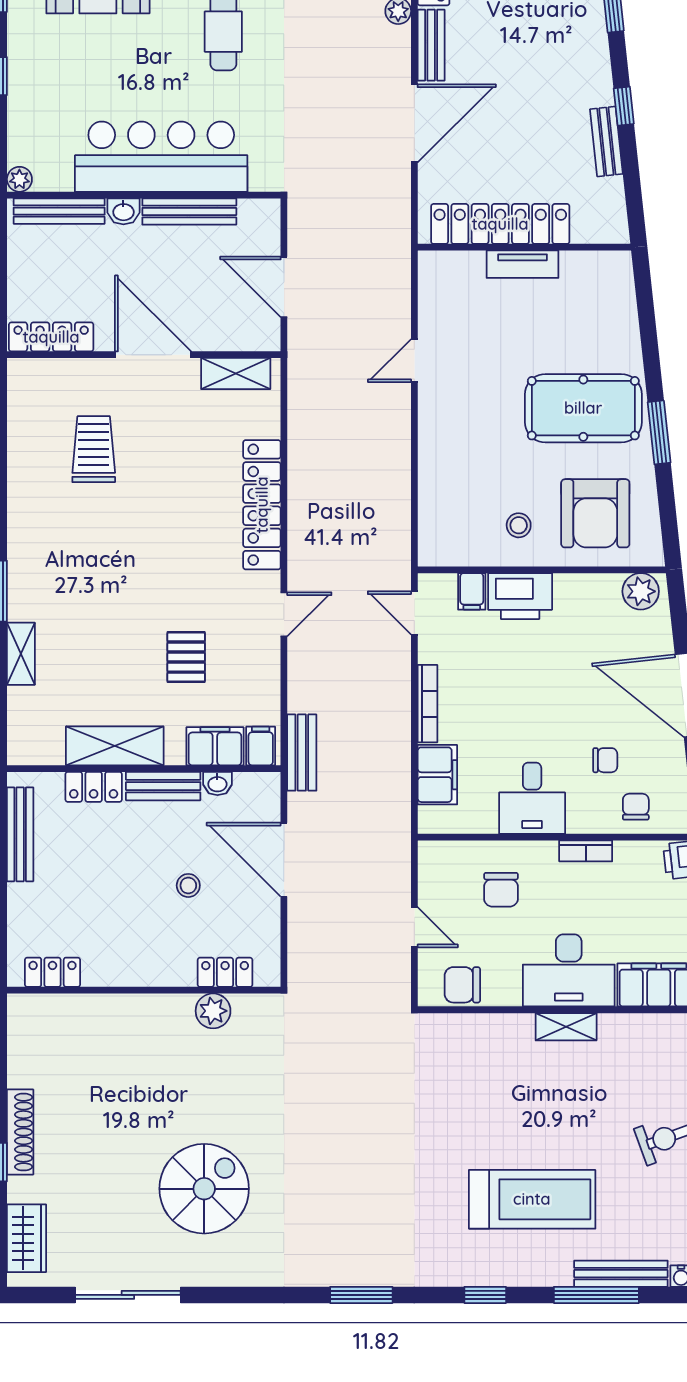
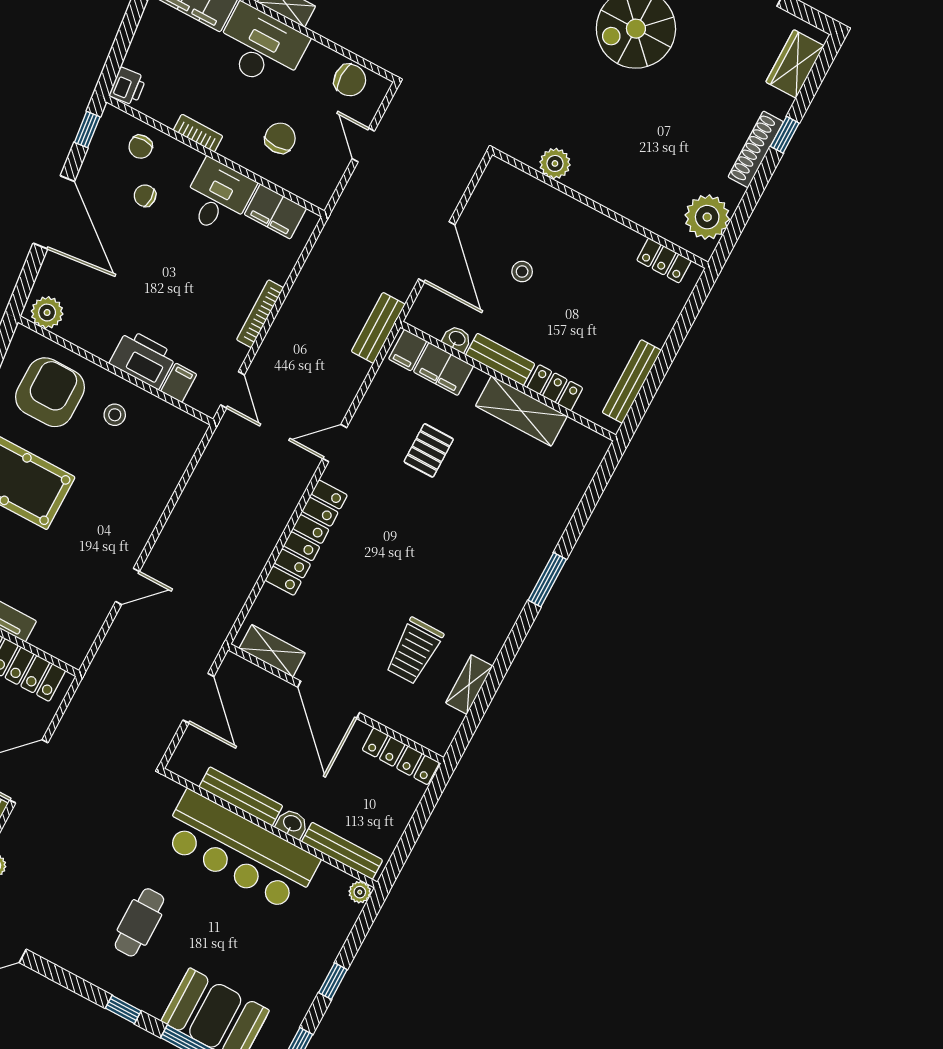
shelving: (21, 654) -> (469, 685), moved
filing cabinet: (437, 775) -> (275, 211), moved, turned -90
locker: (225, 972) -> (530, 189), removed
plant: (32, 1039) -> (707, 217), added

